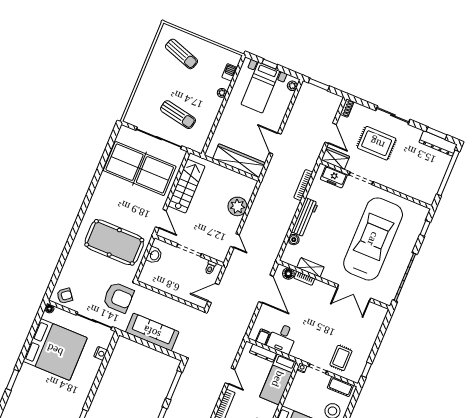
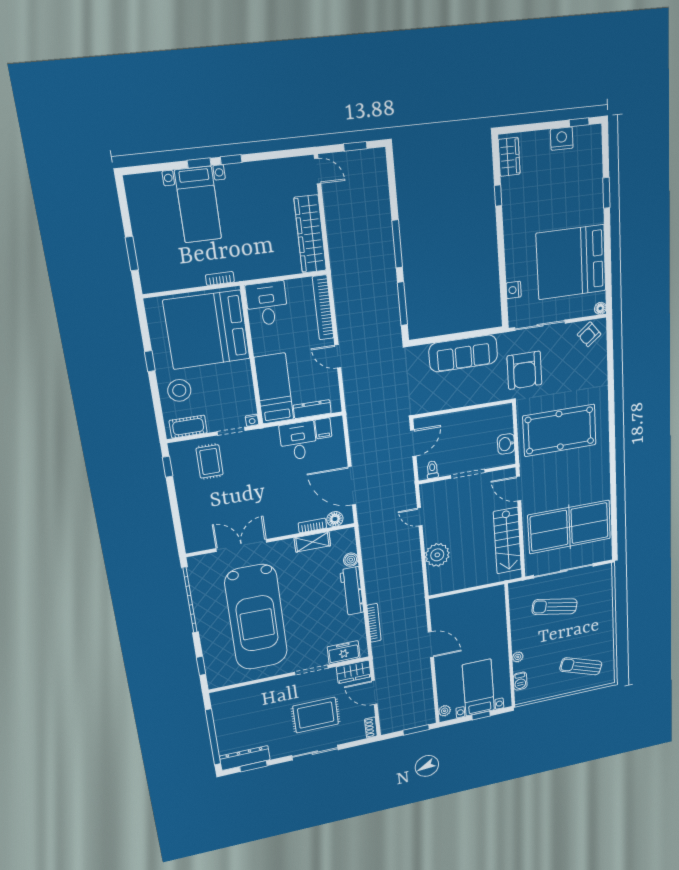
wardrobe: (239, 161) -> (462, 602), removed
armchair: (118, 297) -> (524, 370), turned -90

